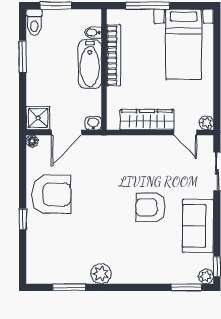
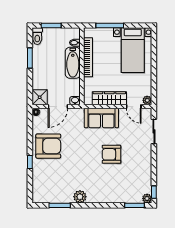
sofa: (198, 226) -> (101, 118), moved, turned -90

